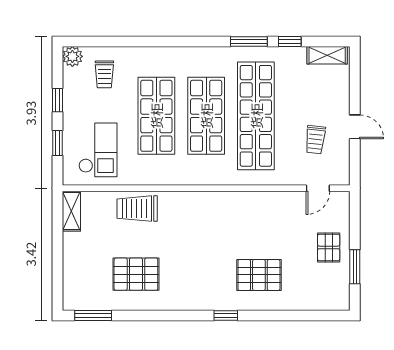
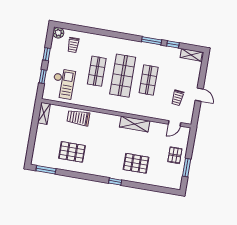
shop shelf: (156, 116) -> (97, 71), width x0.70, depth x0.74
shop shelf: (256, 116) -> (149, 80), width x0.50, depth x0.74
shelving: (244, 202) -> (135, 124), added

